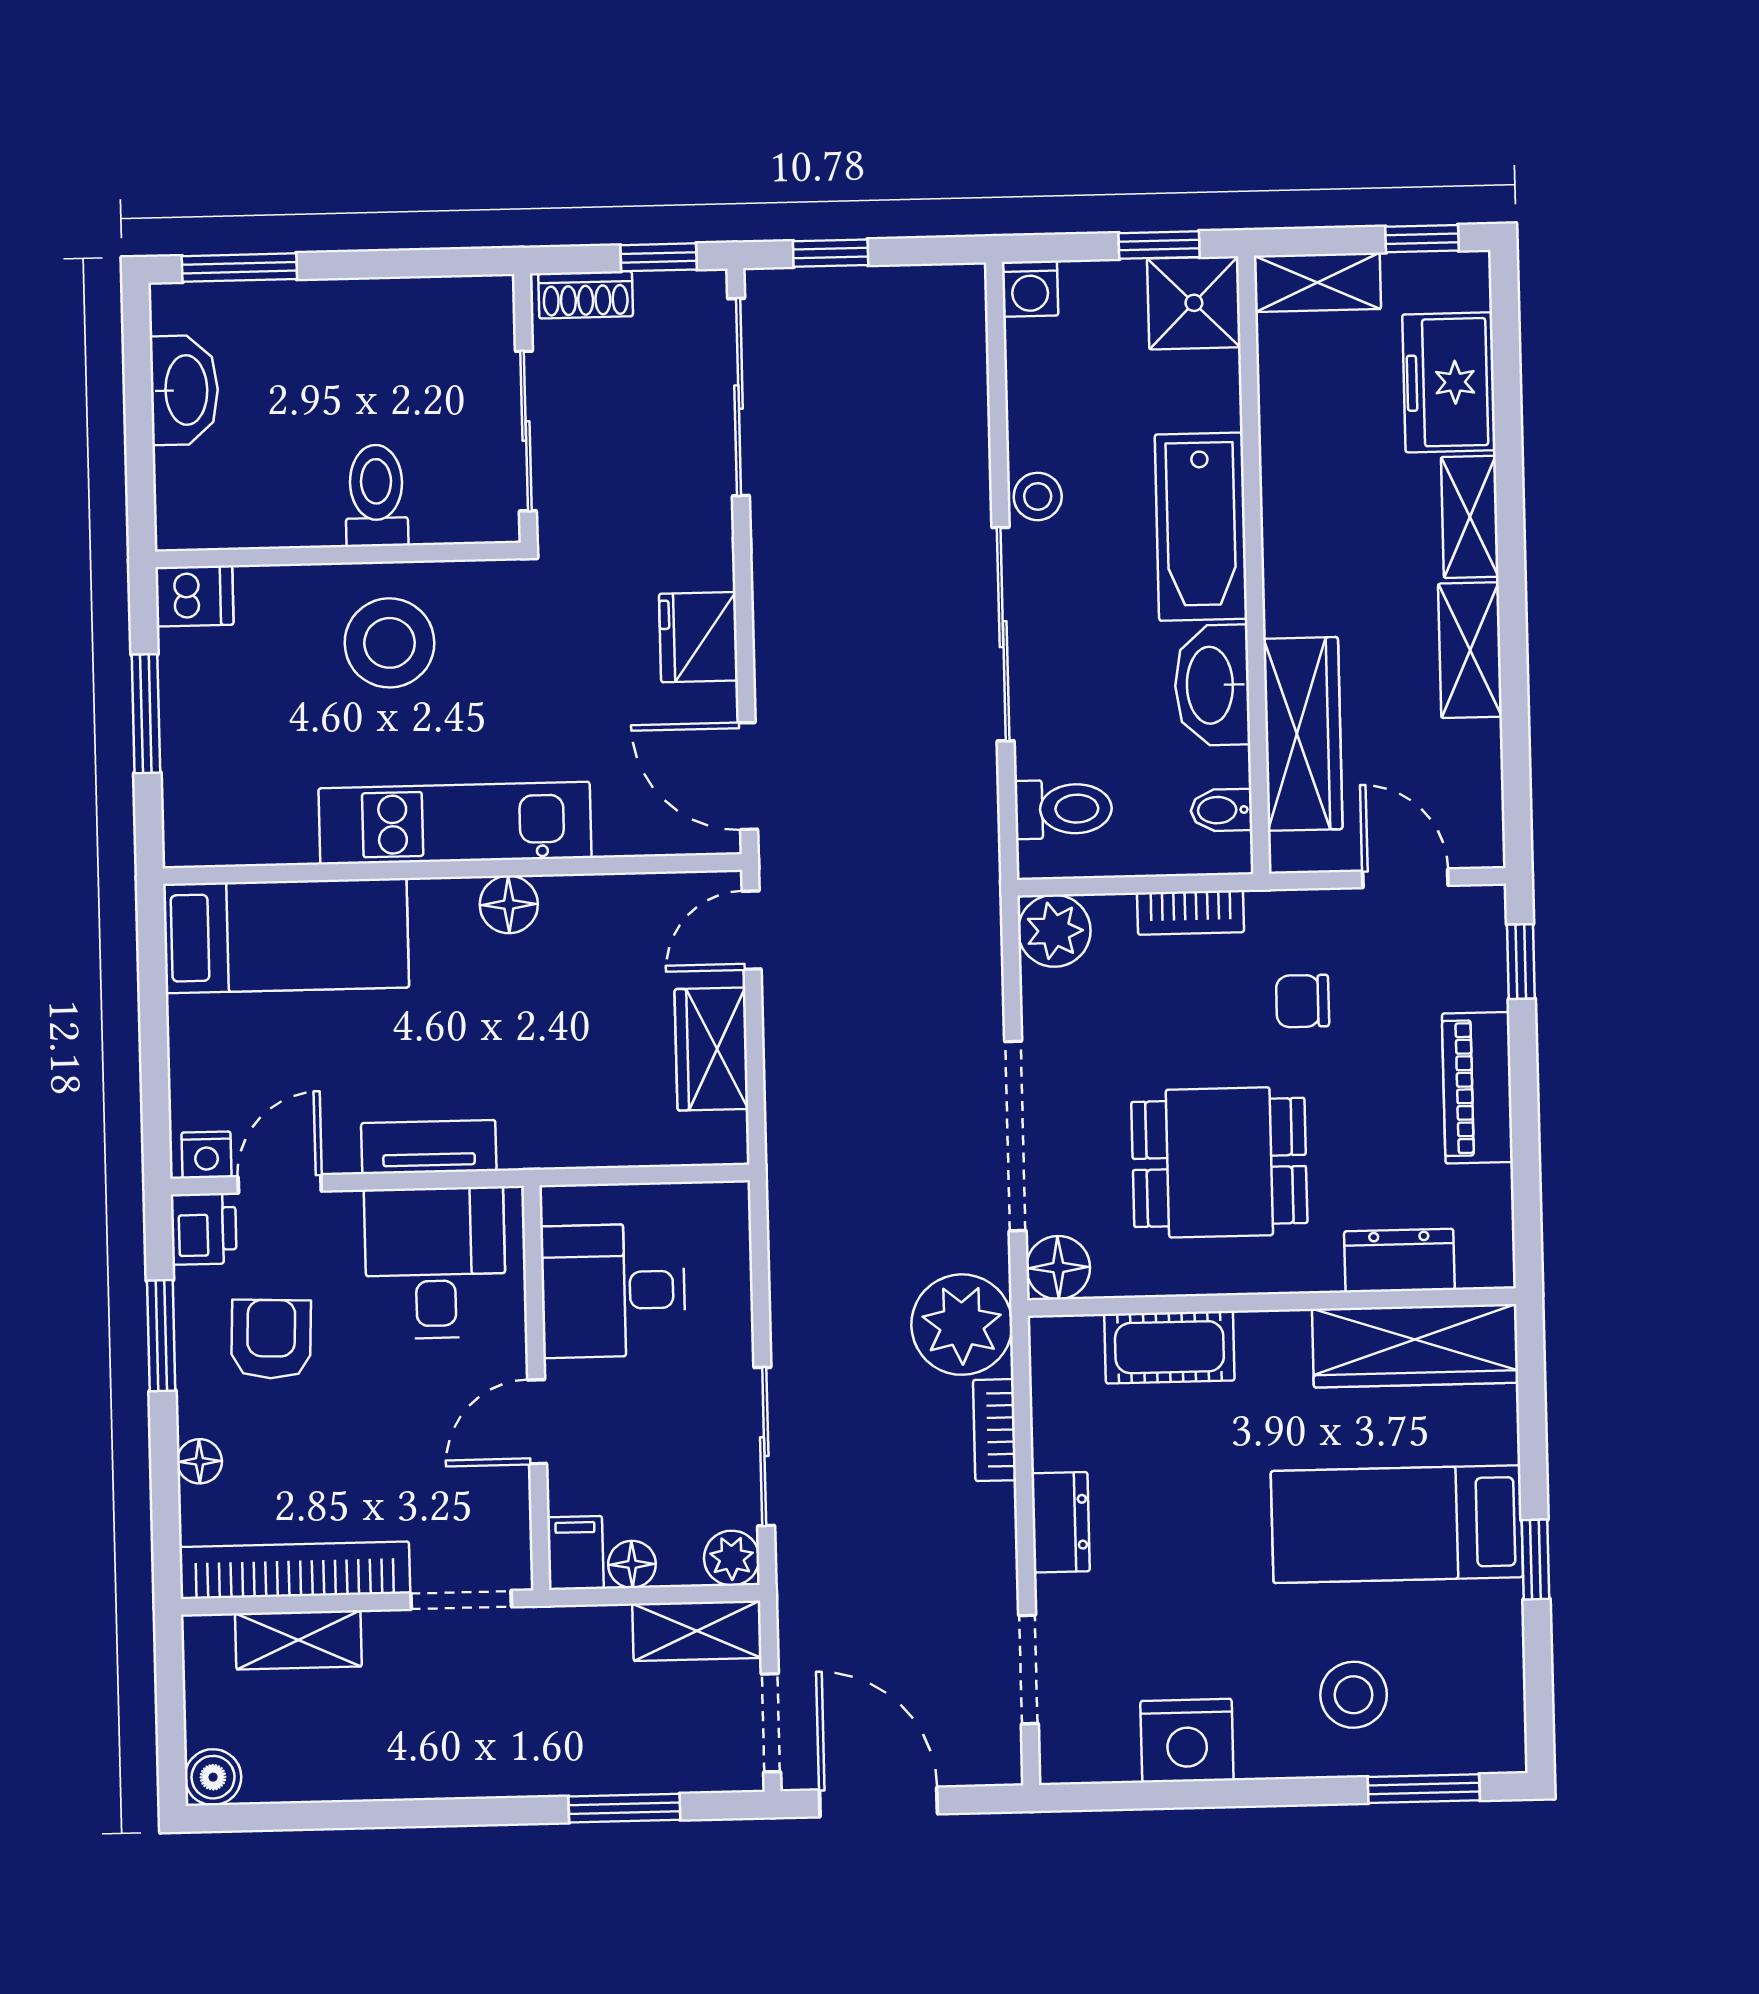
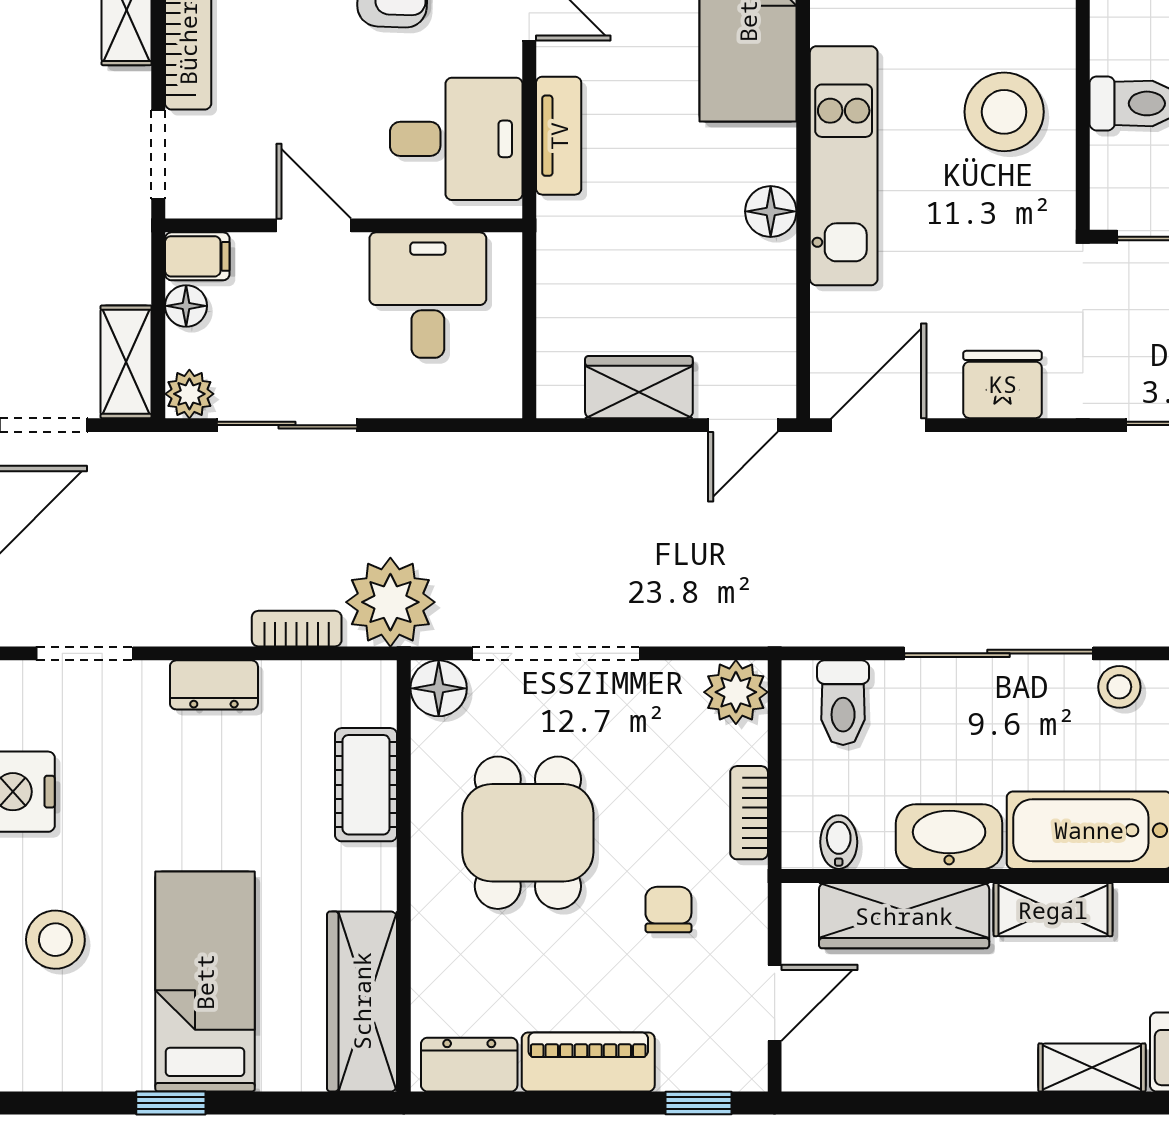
shelving: (1470, 650) -> (1053, 910), moved
door: (752, 930) -> (743, 425), swing flipped
dresser: (1399, 1260) -> (469, 1065), moved, turned -90

